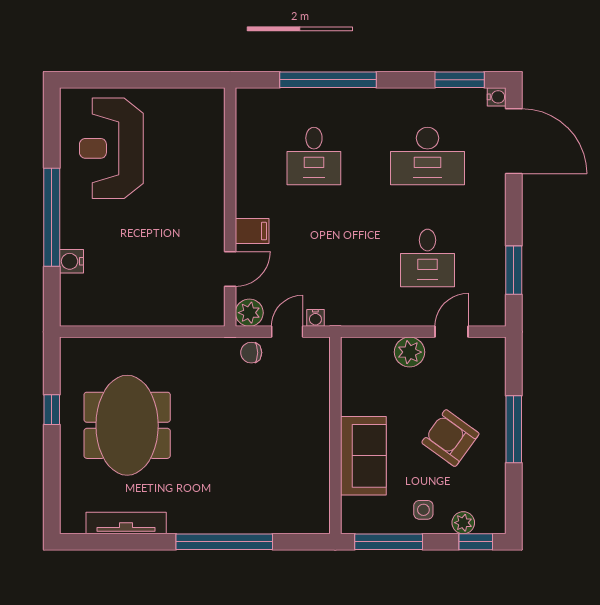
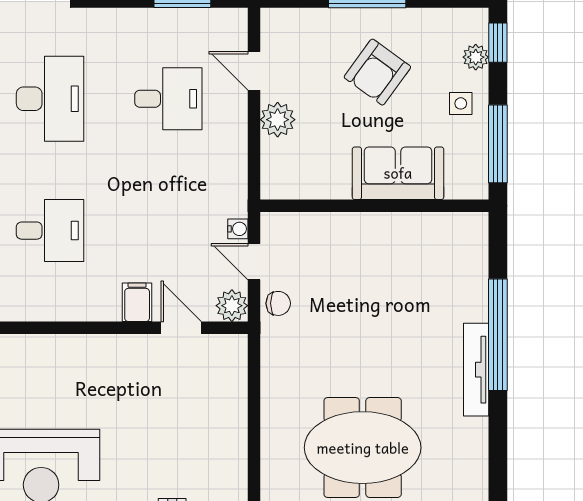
chair: (251, 353) -> (278, 303), turned -90
tv unit: (126, 523) -> (476, 370), moved

